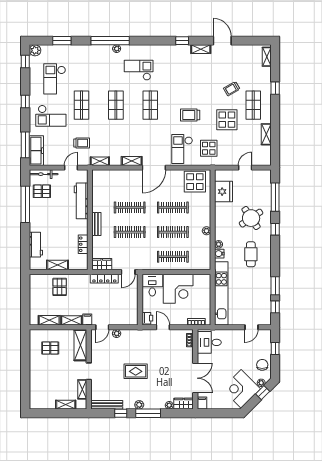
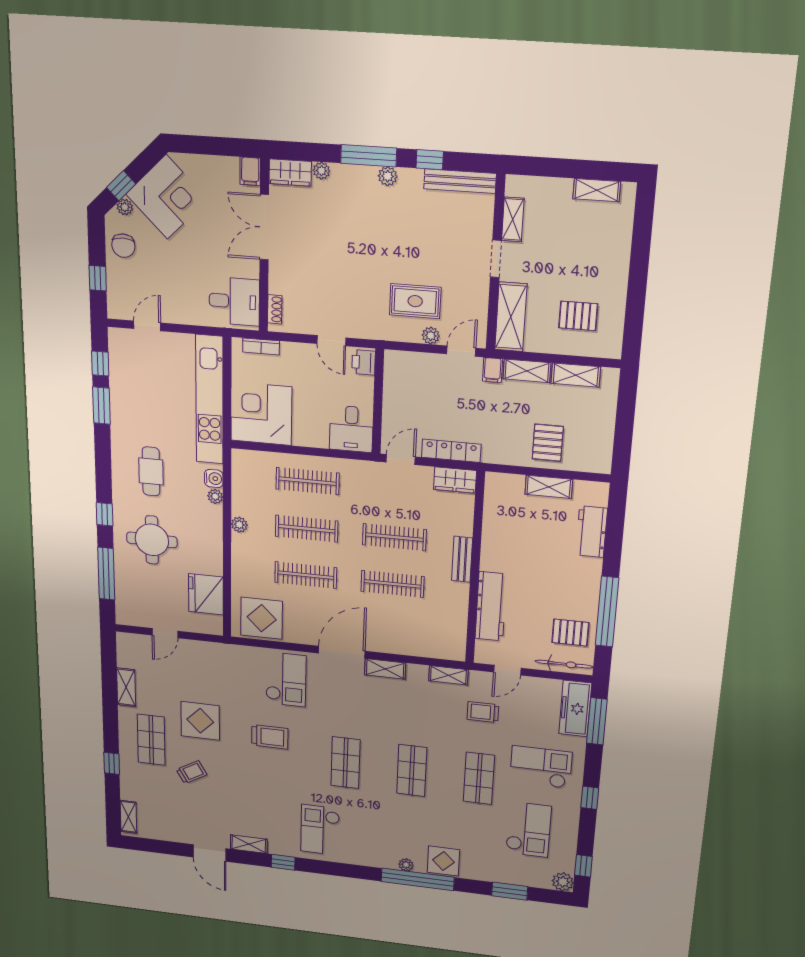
checkout: (139, 70) -> (320, 830), moved, turned 90
display table: (209, 148) -> (443, 861), moved
round table: (251, 218) -> (152, 540), turned 34
locker: (83, 244) -> (492, 523), removed
corner desk: (178, 289) -> (261, 414), moved
rug: (136, 371) -> (415, 301), moved
shelving: (66, 405) -> (597, 190), moved

